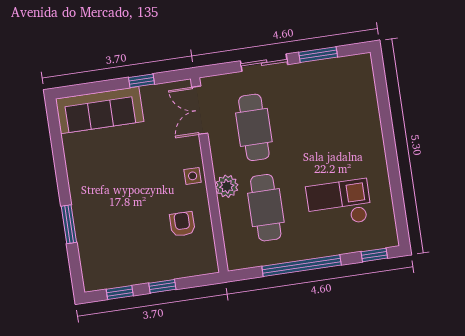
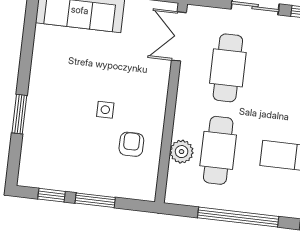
side table: (193, 176) -> (105, 110), moved
plant: (227, 186) -> (182, 152), moved
window: (162, 286) -> (95, 200), width x1.50

